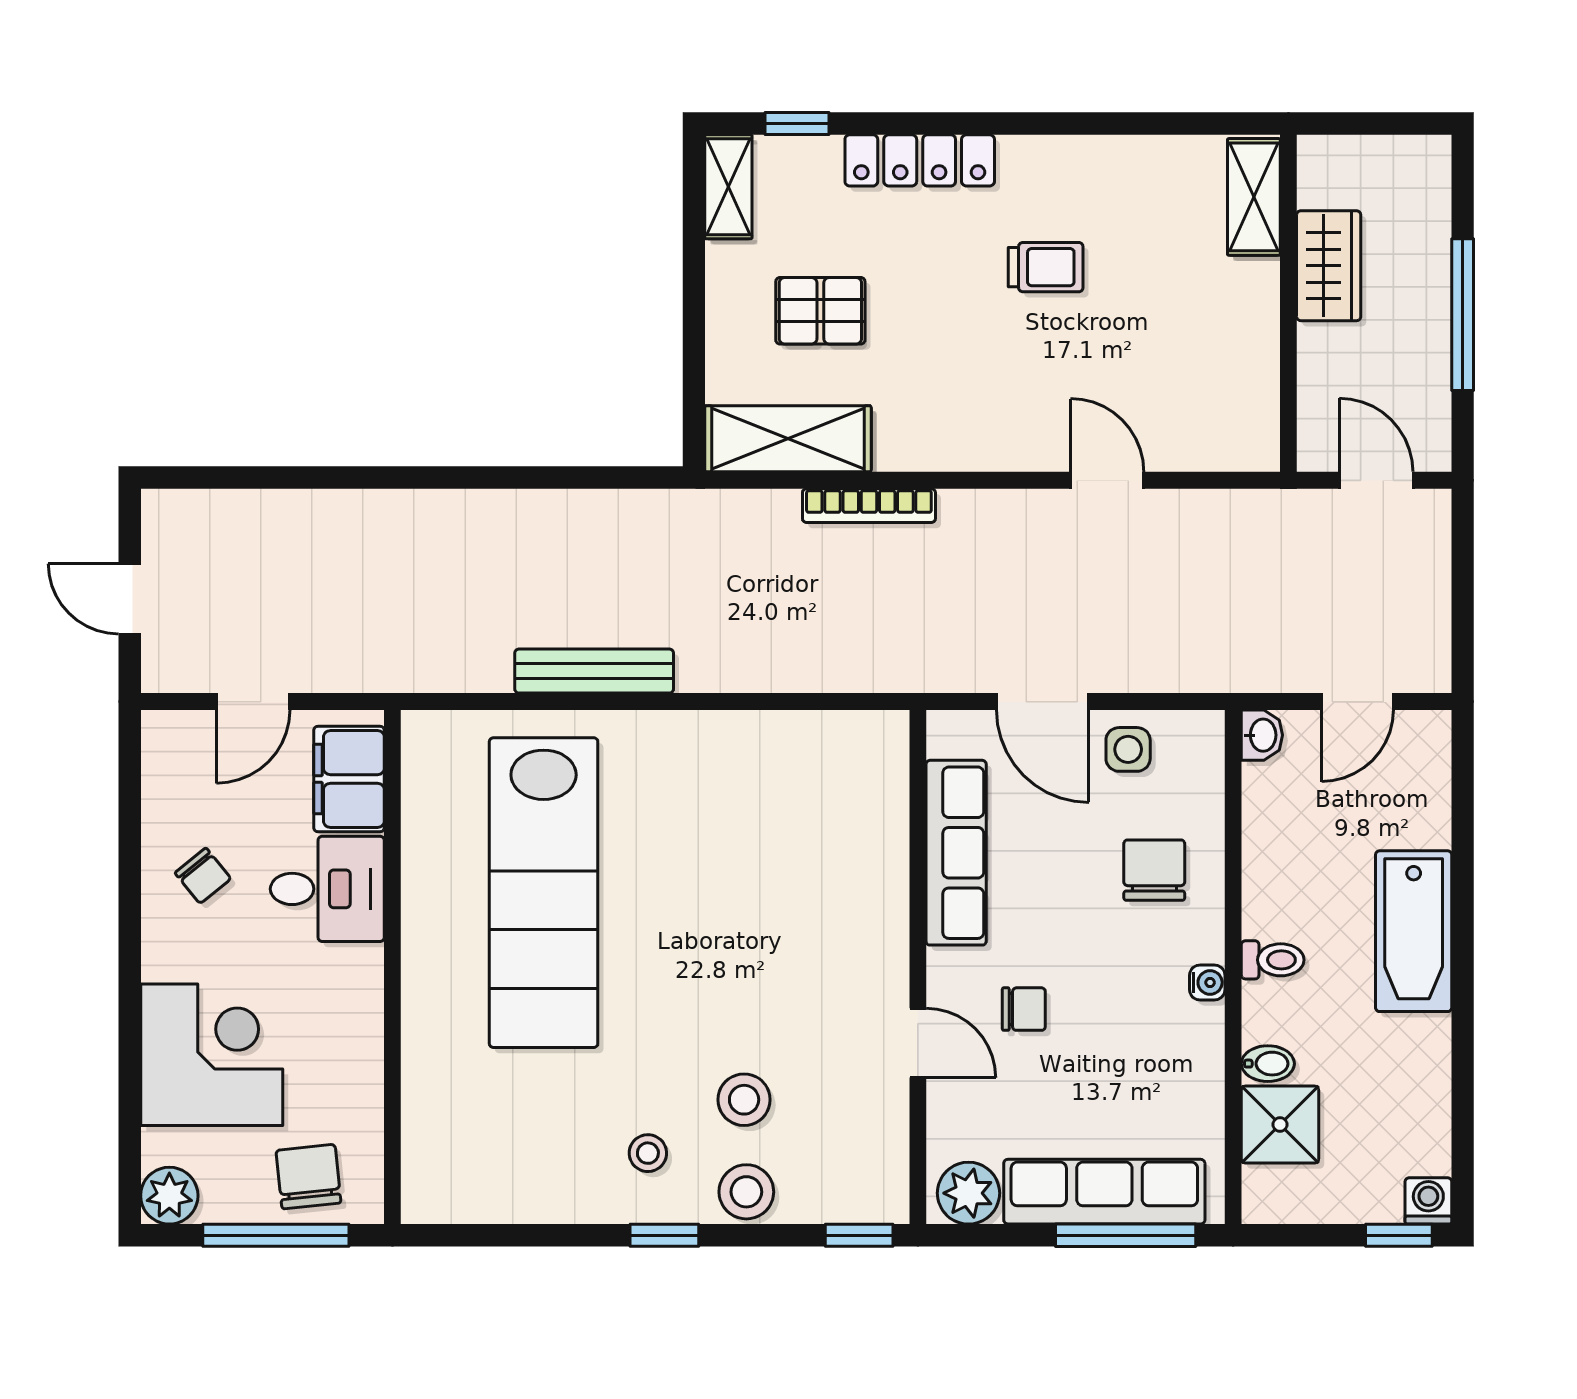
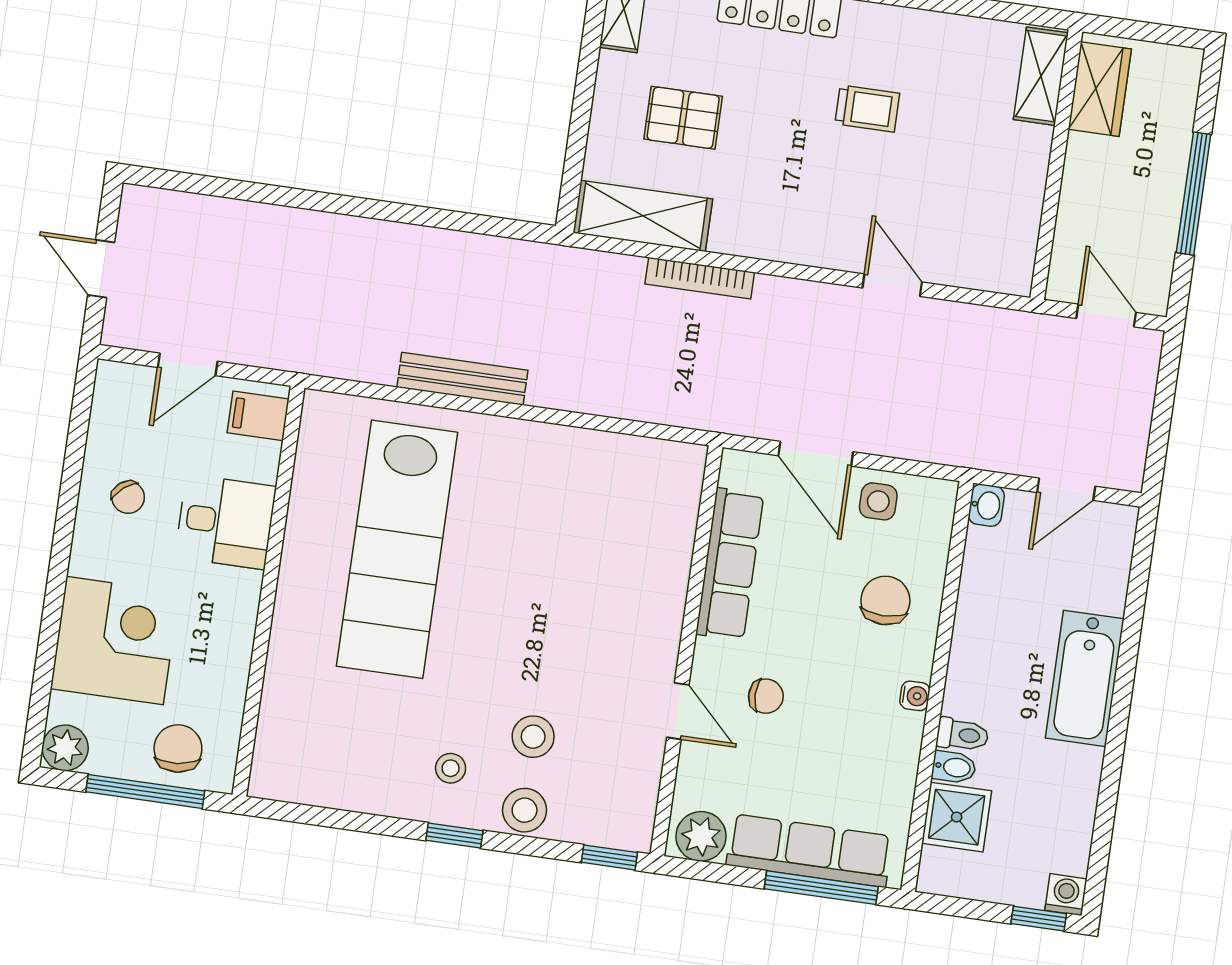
wardrobe: (1329, 266) -> (1100, 89), moved
filing cabinet: (349, 779) -> (258, 416), width x0.50
toilet: (1273, 960) -> (962, 735), moved

